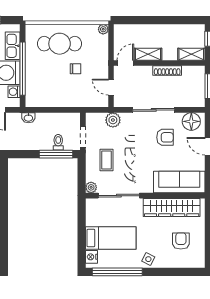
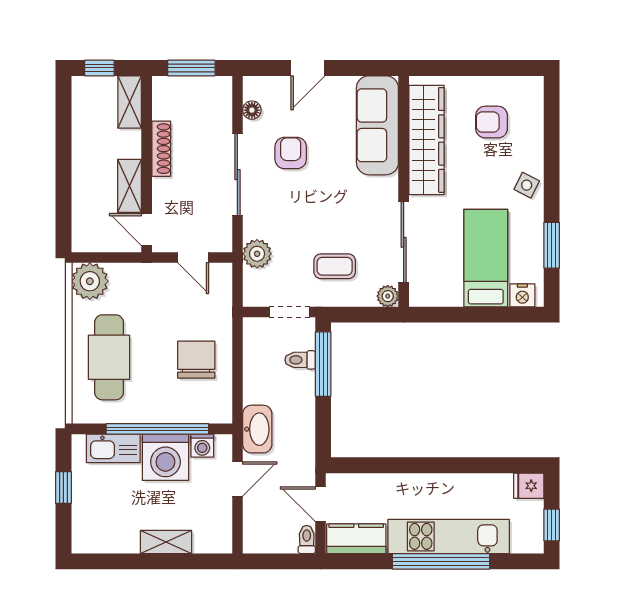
plant: (103, 29) -> (90, 281), width x1.88, depth x1.88
chair: (76, 69) -> (196, 360), moved, width x1.87, depth x1.87
door: (111, 87) -> (193, 258), hinge flipped
washbasin: (28, 118) -> (257, 429), width x1.91, depth x1.45
floor lamp: (191, 121) -> (252, 110), width x0.53, depth x0.53
window: (117, 272) -> (552, 245), width x0.47

